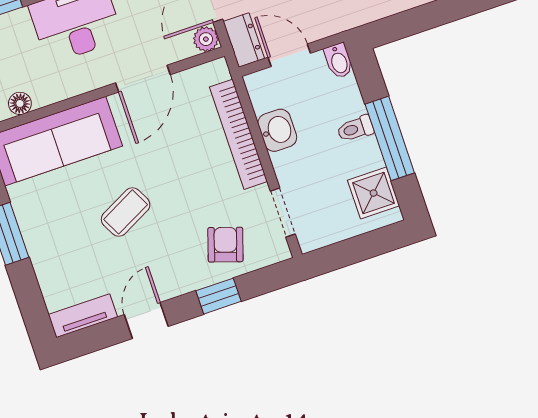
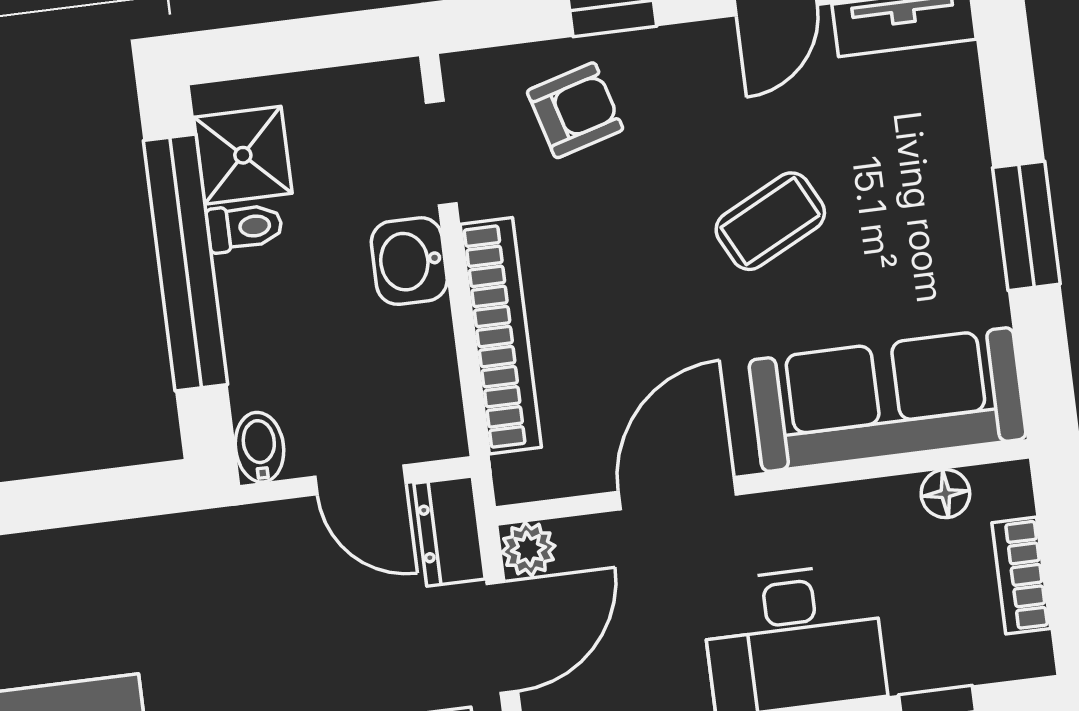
toilet: (355, 129) -> (245, 227), moved
washbasin: (277, 130) -> (409, 261), moved
window: (390, 138) -> (185, 263), width x1.46
armchair: (225, 245) -> (575, 110), turned -124

